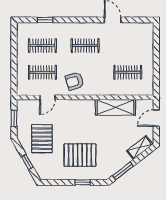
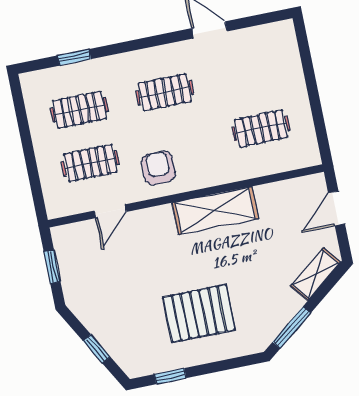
armchair: (75, 81) -> (158, 168), turned 106
shelving: (115, 107) -> (215, 211), moved
pallet: (42, 139) -> (116, 296), removed
window: (83, 182) -> (170, 376), moved

